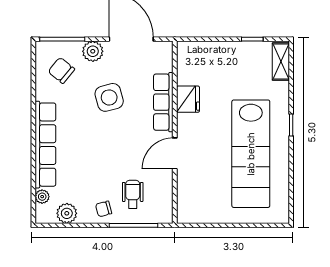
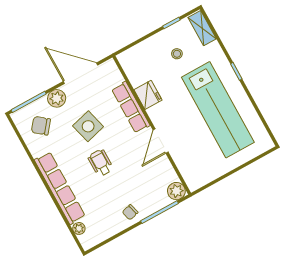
stool: (241, 74) -> (177, 54), added
wheelchair: (133, 194) -> (101, 163), moved
plant: (67, 213) -> (176, 191), moved

